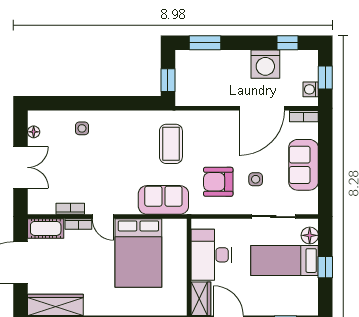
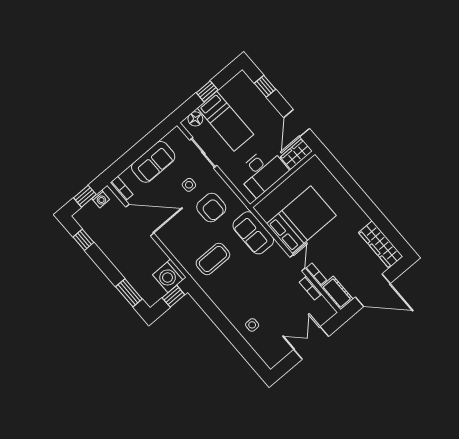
washing machine: (265, 64) -> (169, 276), moved, turned 180
floor lamp: (34, 132) -> (281, 354), removed

